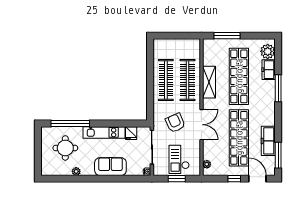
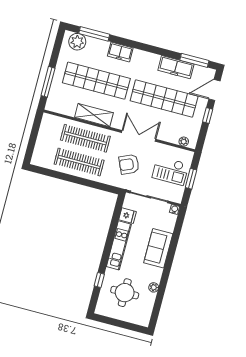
freezer: (269, 70) -> (120, 52), moved
window: (278, 88) -> (94, 34), moved
window: (70, 124) -> (99, 280), width x0.32

